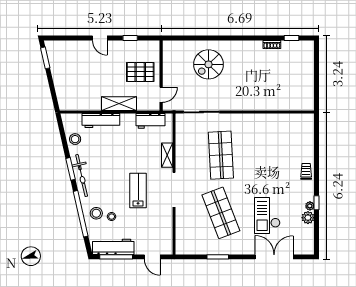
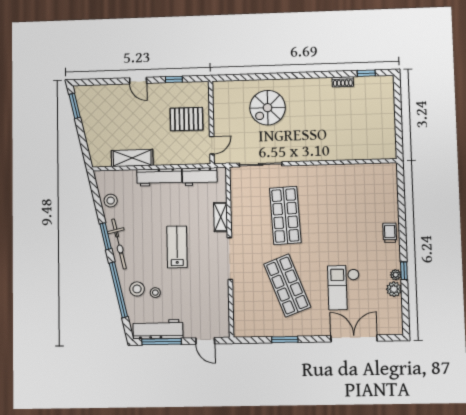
shelving: (119, 104) -> (132, 158), moved
workbench: (101, 120) -> (159, 177), moved
lab bench: (138, 191) -> (177, 247), moved

